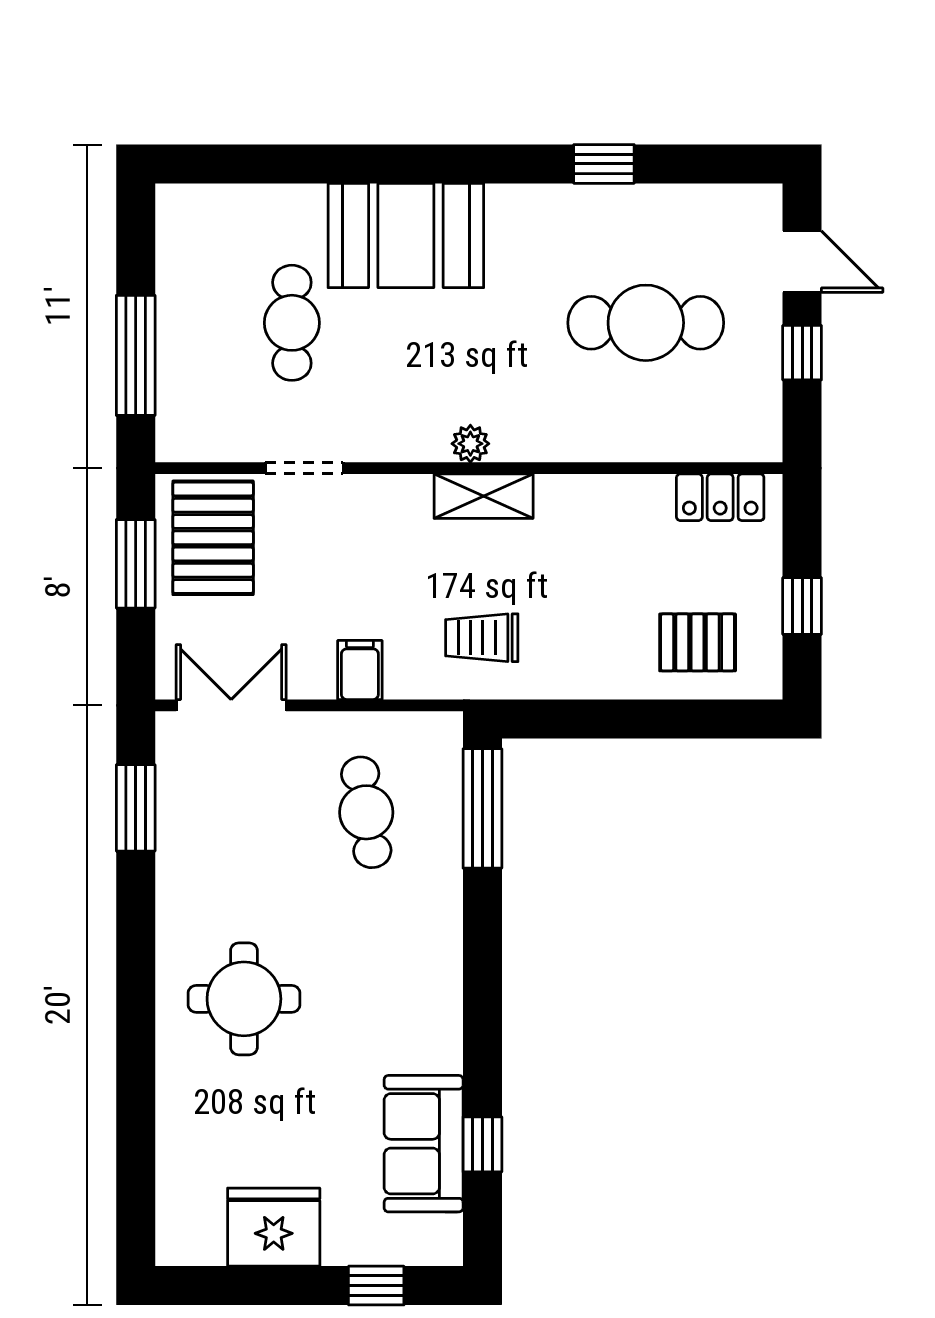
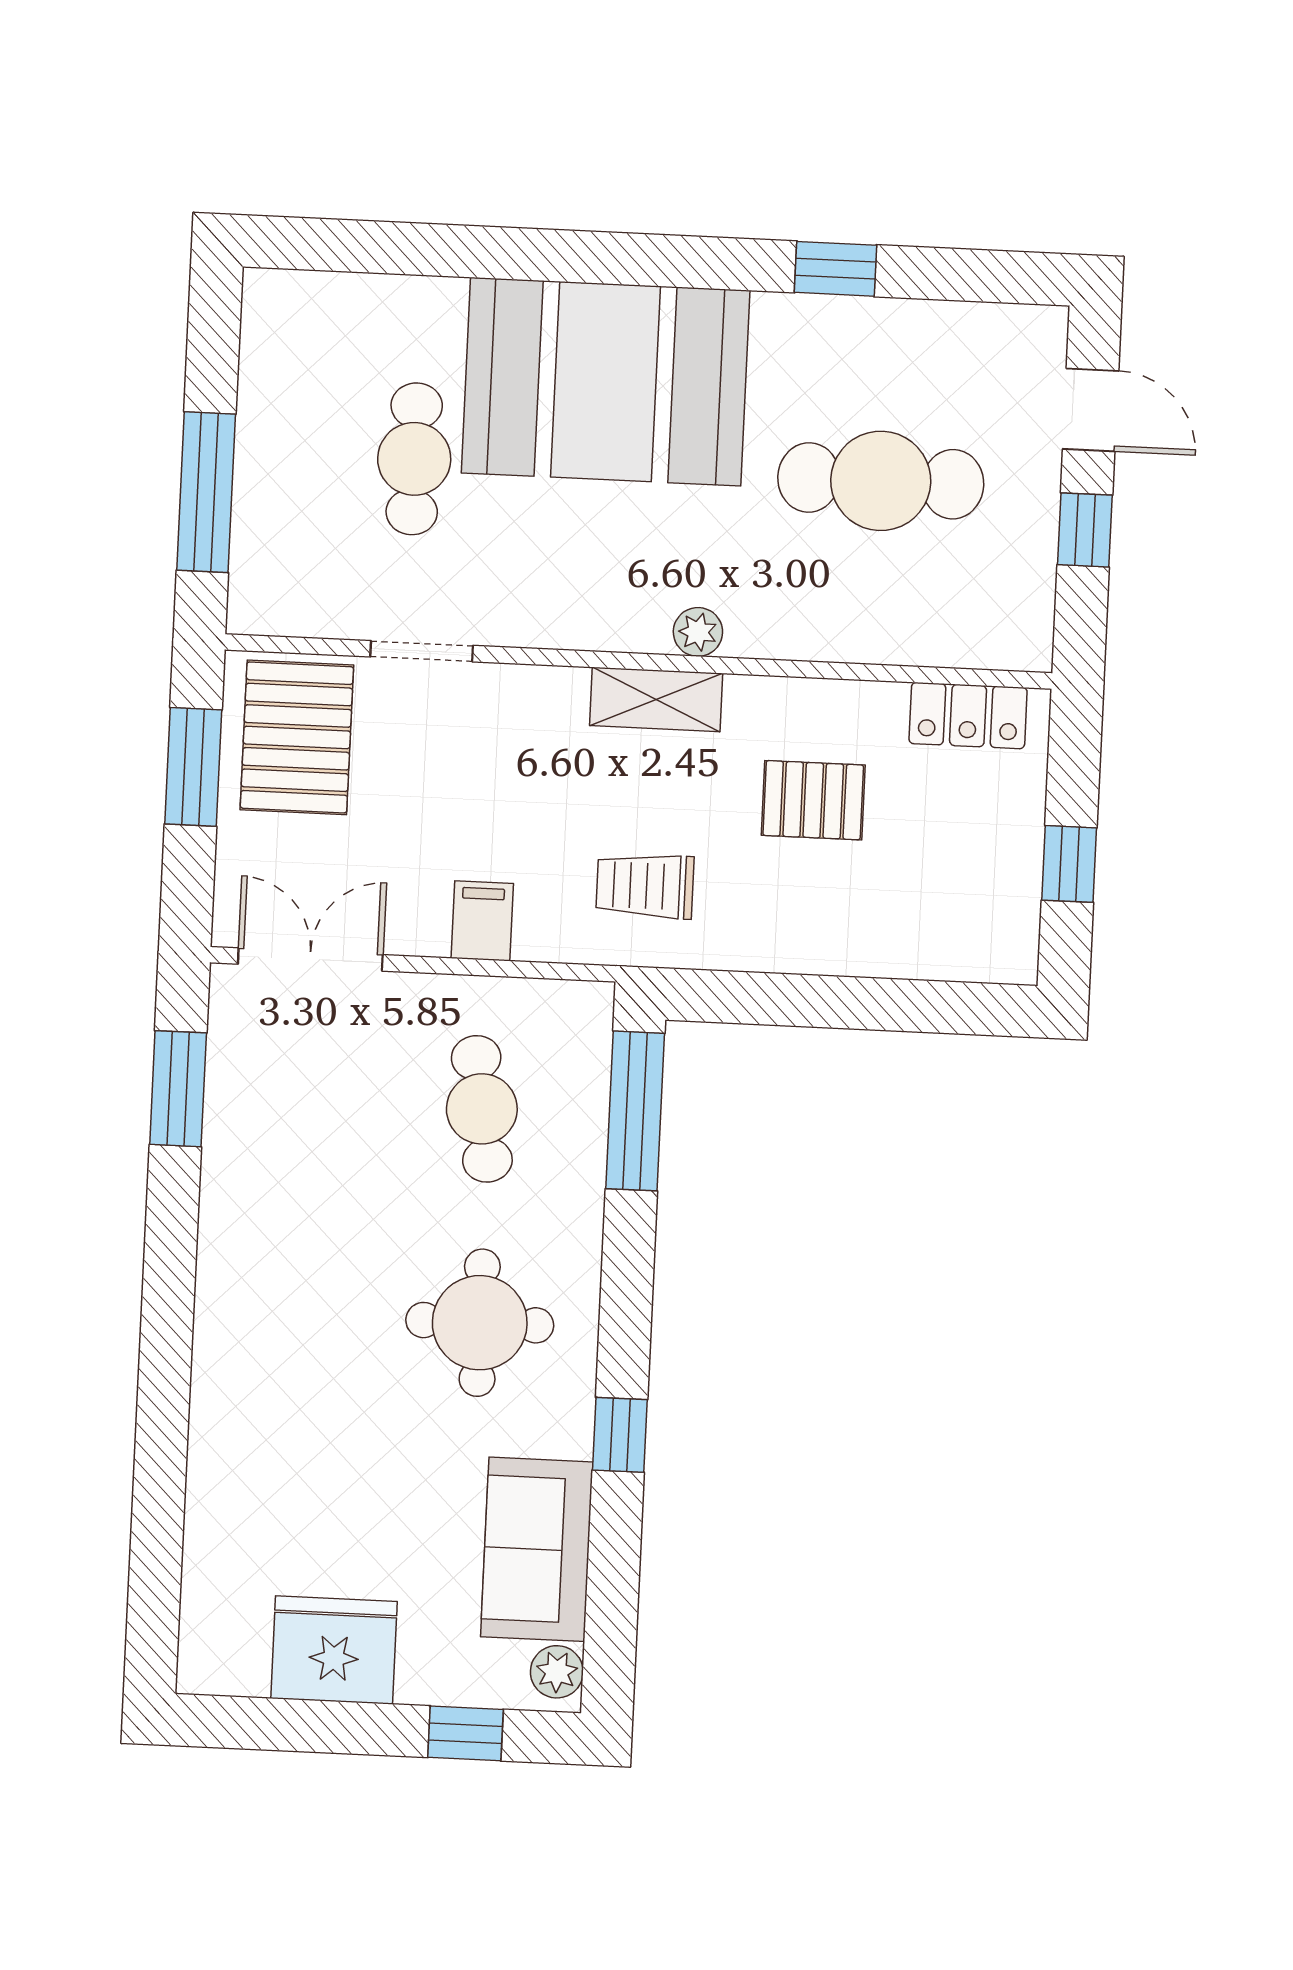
booth: (406, 236) -> (606, 382), width x1.36, depth x1.42
plant: (470, 444) -> (698, 632), moved
pallet: (698, 642) -> (813, 800), moved
round table: (244, 999) -> (480, 1323), moved
window: (482, 1144) -> (620, 1435), moved
plant: (443, 1236) -> (557, 1672), added

